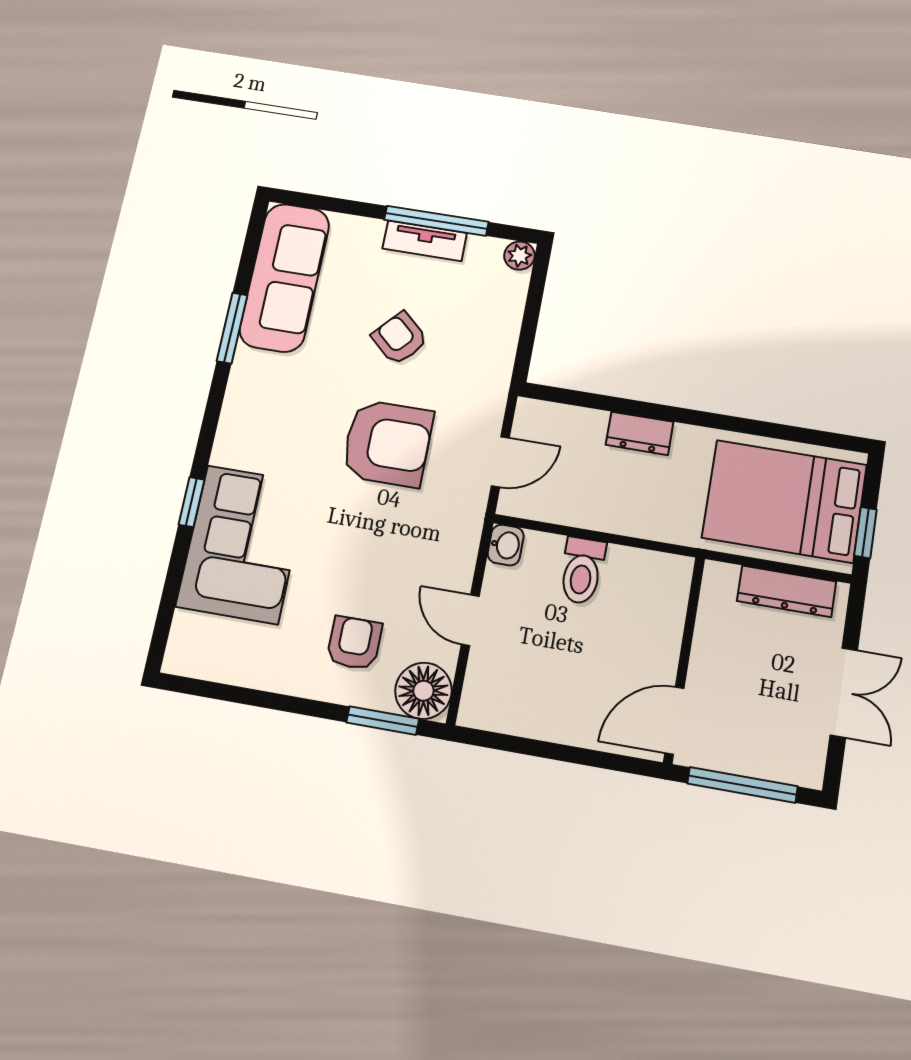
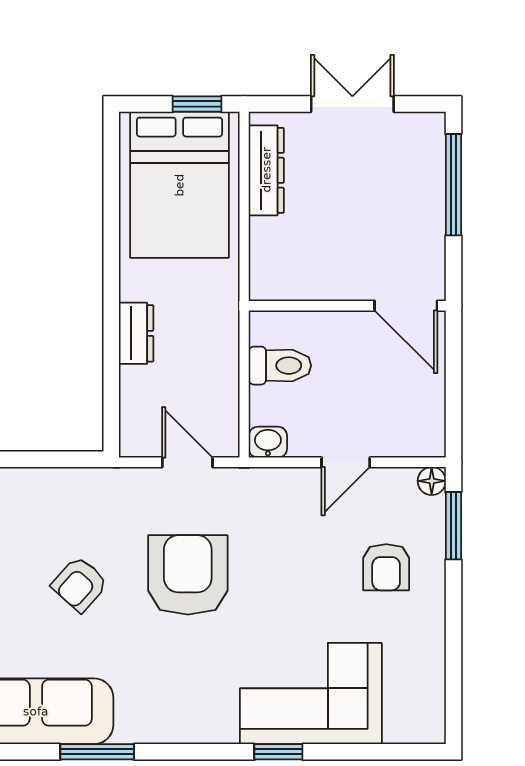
armchair: (354, 643) -> (386, 567), turned -90
wall: (684, 659) -> (347, 306), moved
floor lamp: (423, 691) -> (432, 481), width x0.53, depth x0.53
door: (674, 721) -> (406, 306), moved

